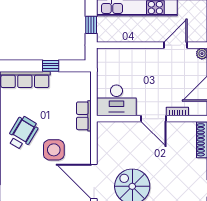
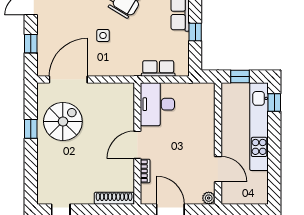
row of seats: (84, 116) -> (158, 68), moved
side table: (54, 150) -> (103, 35), width x0.54, depth x0.54

